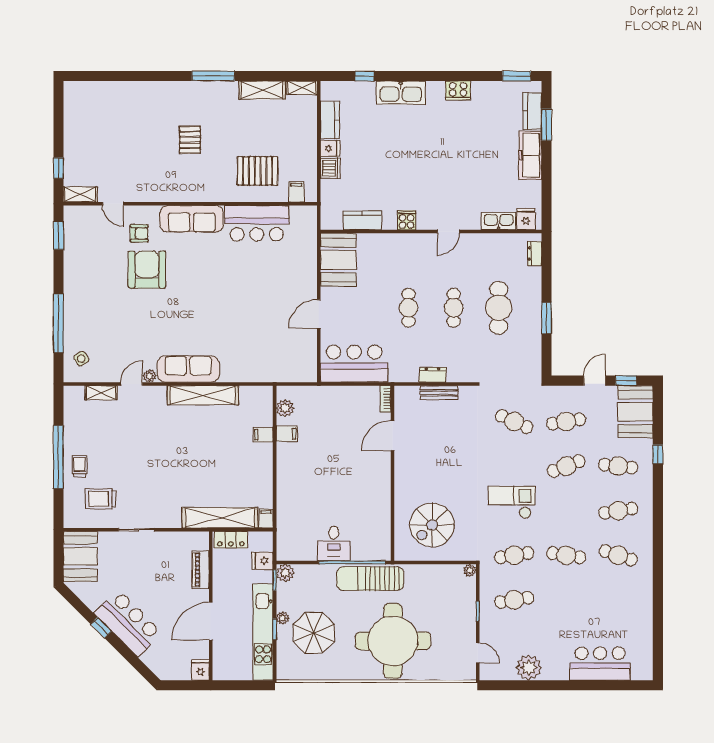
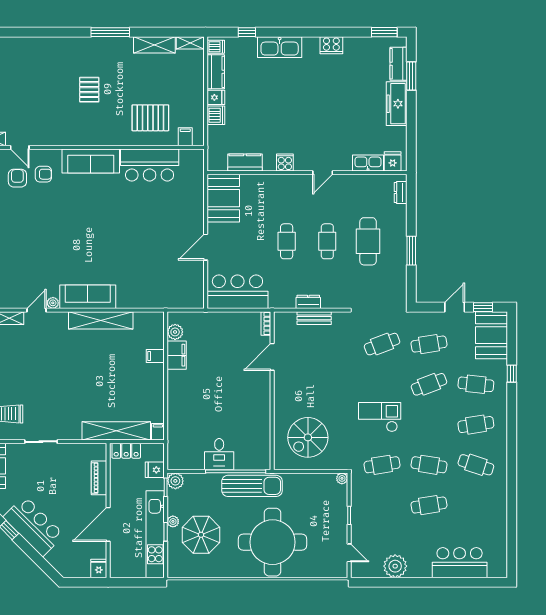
dishwasher: (330, 92) -> (216, 47), added
armchair: (147, 270) -> (17, 178), moved, width x0.53, depth x0.53
cafe table: (514, 422) -> (382, 344), turned -45
filing cabinet: (287, 434) -> (177, 355), width x2.00
sun lounger: (370, 579) -> (252, 486), turned 180
cafe table: (514, 600) -> (429, 505), moved

